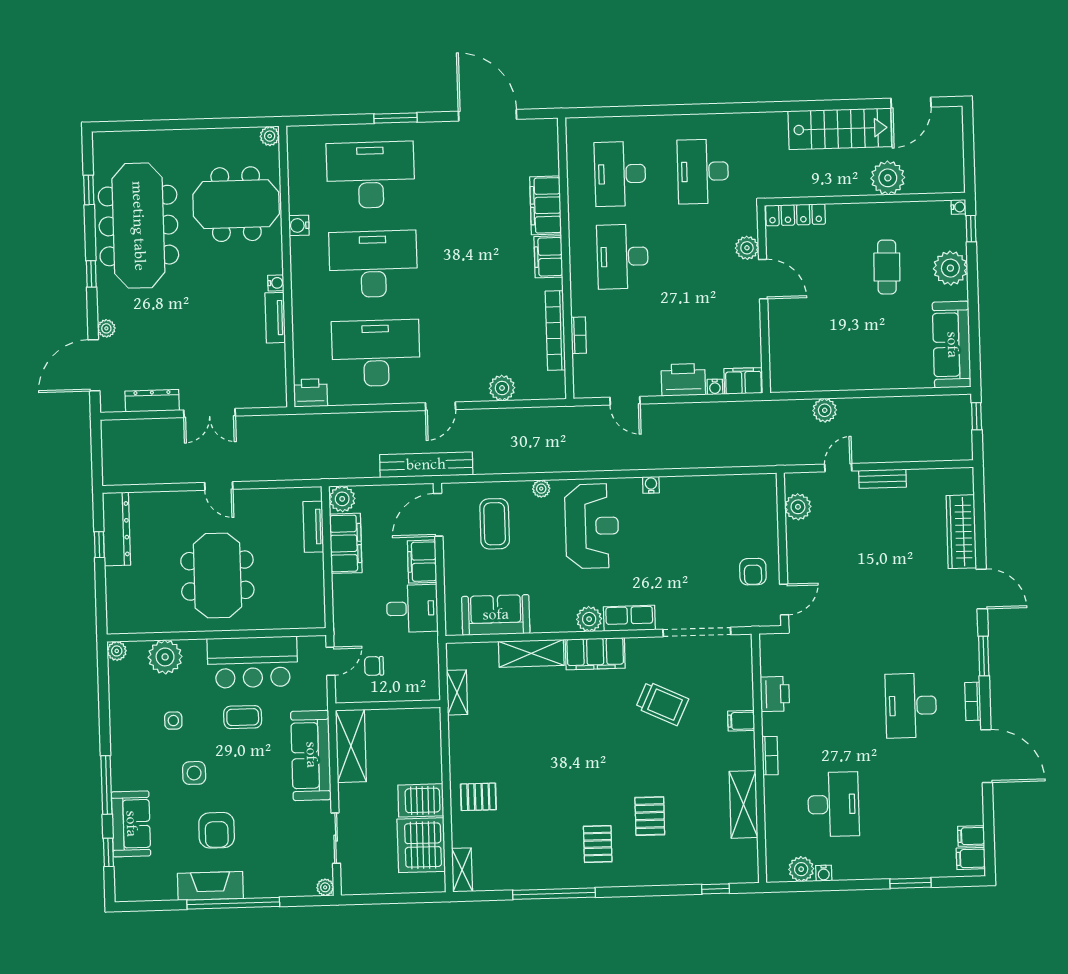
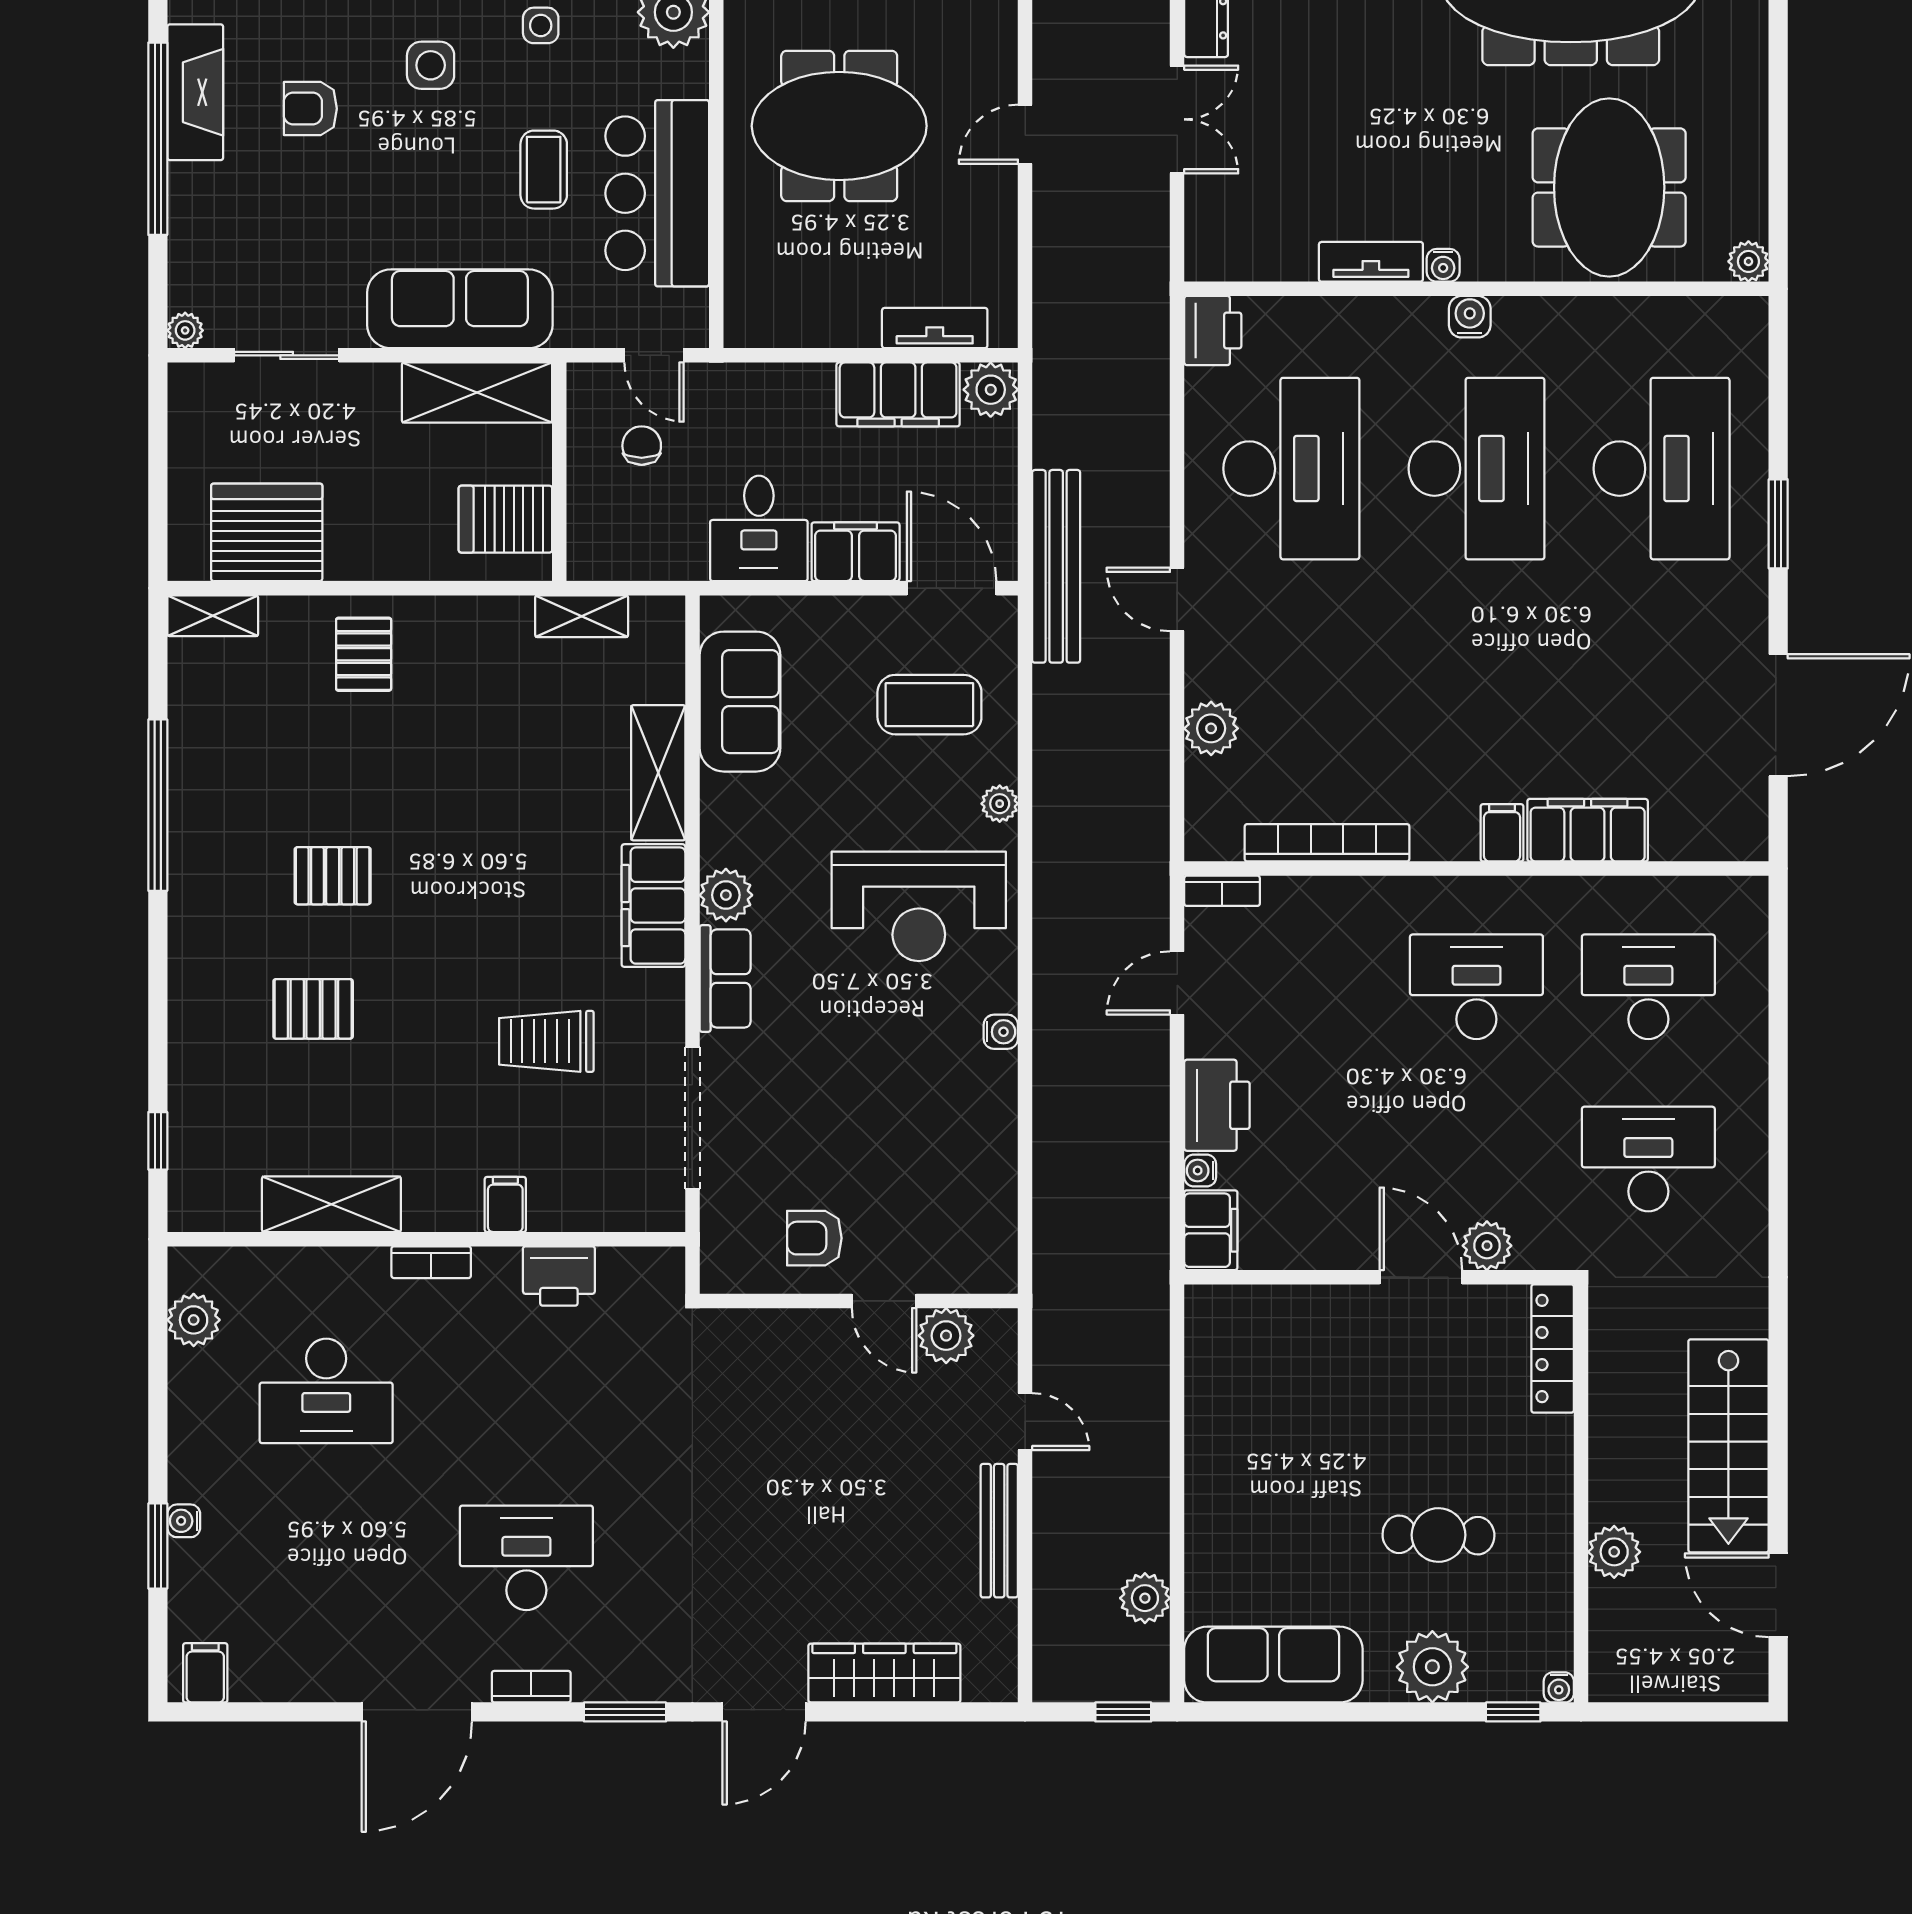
plant: (888, 178) -> (1614, 1552), width x0.73, depth x0.73
water cooler: (299, 225) -> (1470, 317), moved
filing cabinet: (548, 257) -> (1502, 833), width x0.50
door: (763, 279) -> (1421, 1277), swing flipped
bookcase: (579, 335) -> (1222, 891), moved
plant: (825, 410) -> (1145, 1598), moved
double door: (209, 413) -> (1177, 119), swing flipped
bench: (882, 479) -> (999, 1531), width x1.36
door: (784, 600) -> (884, 1301), moved
trolley: (662, 703) -> (546, 1041), turned 65
server rack: (421, 800) -> (505, 519), moved, turned -90
armchair: (217, 830) -> (310, 109), width x0.72, depth x0.72
filing cabinet: (971, 836) -> (252, 1675), removed
pallet: (598, 844) -> (333, 876), moved
water cooler: (824, 873) -> (184, 1521), moved

